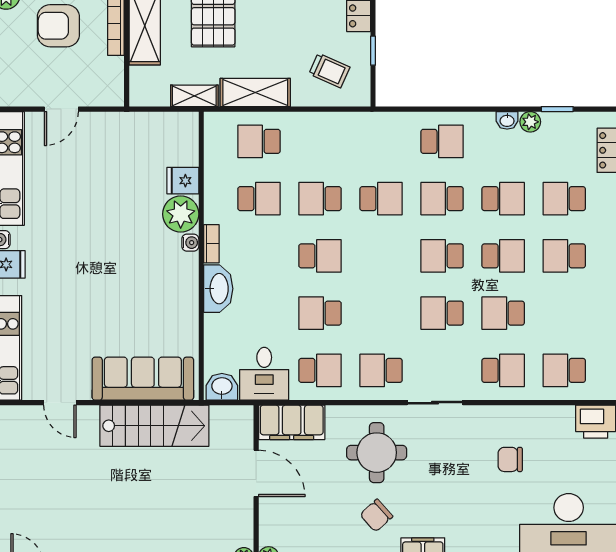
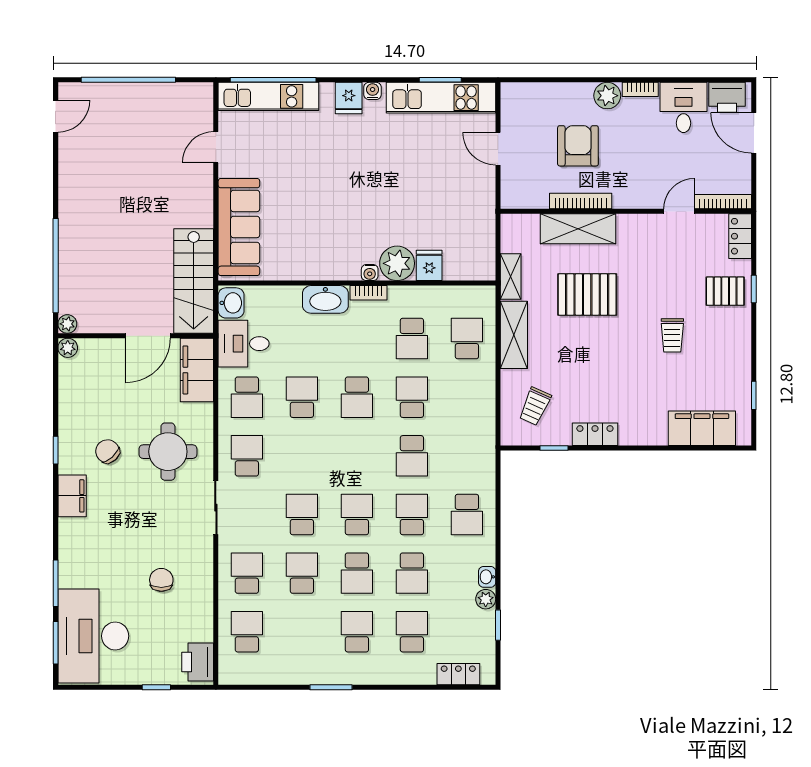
school desk: (503, 370) -> (247, 573), turned 180
stairs: (154, 426) -> (194, 281), moved

